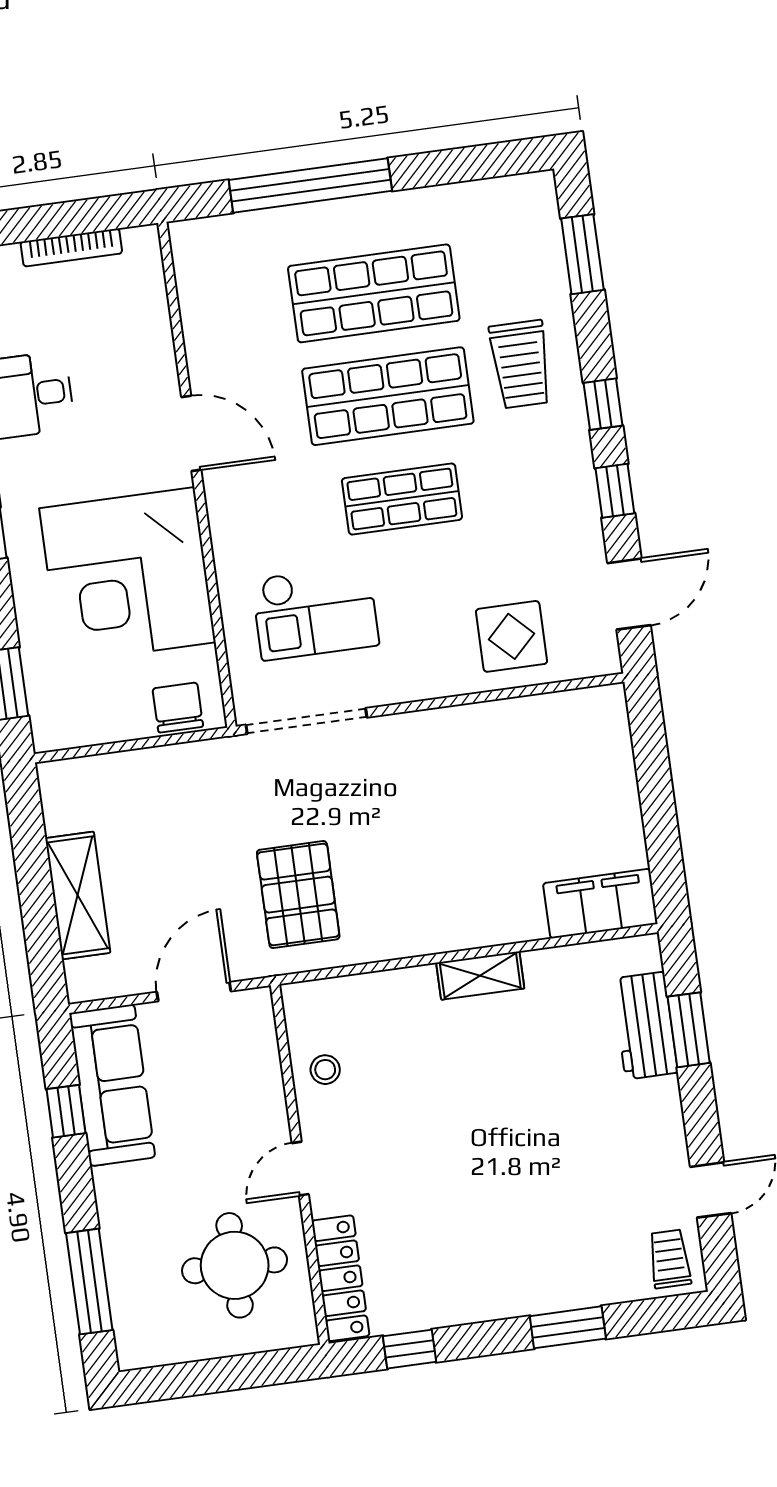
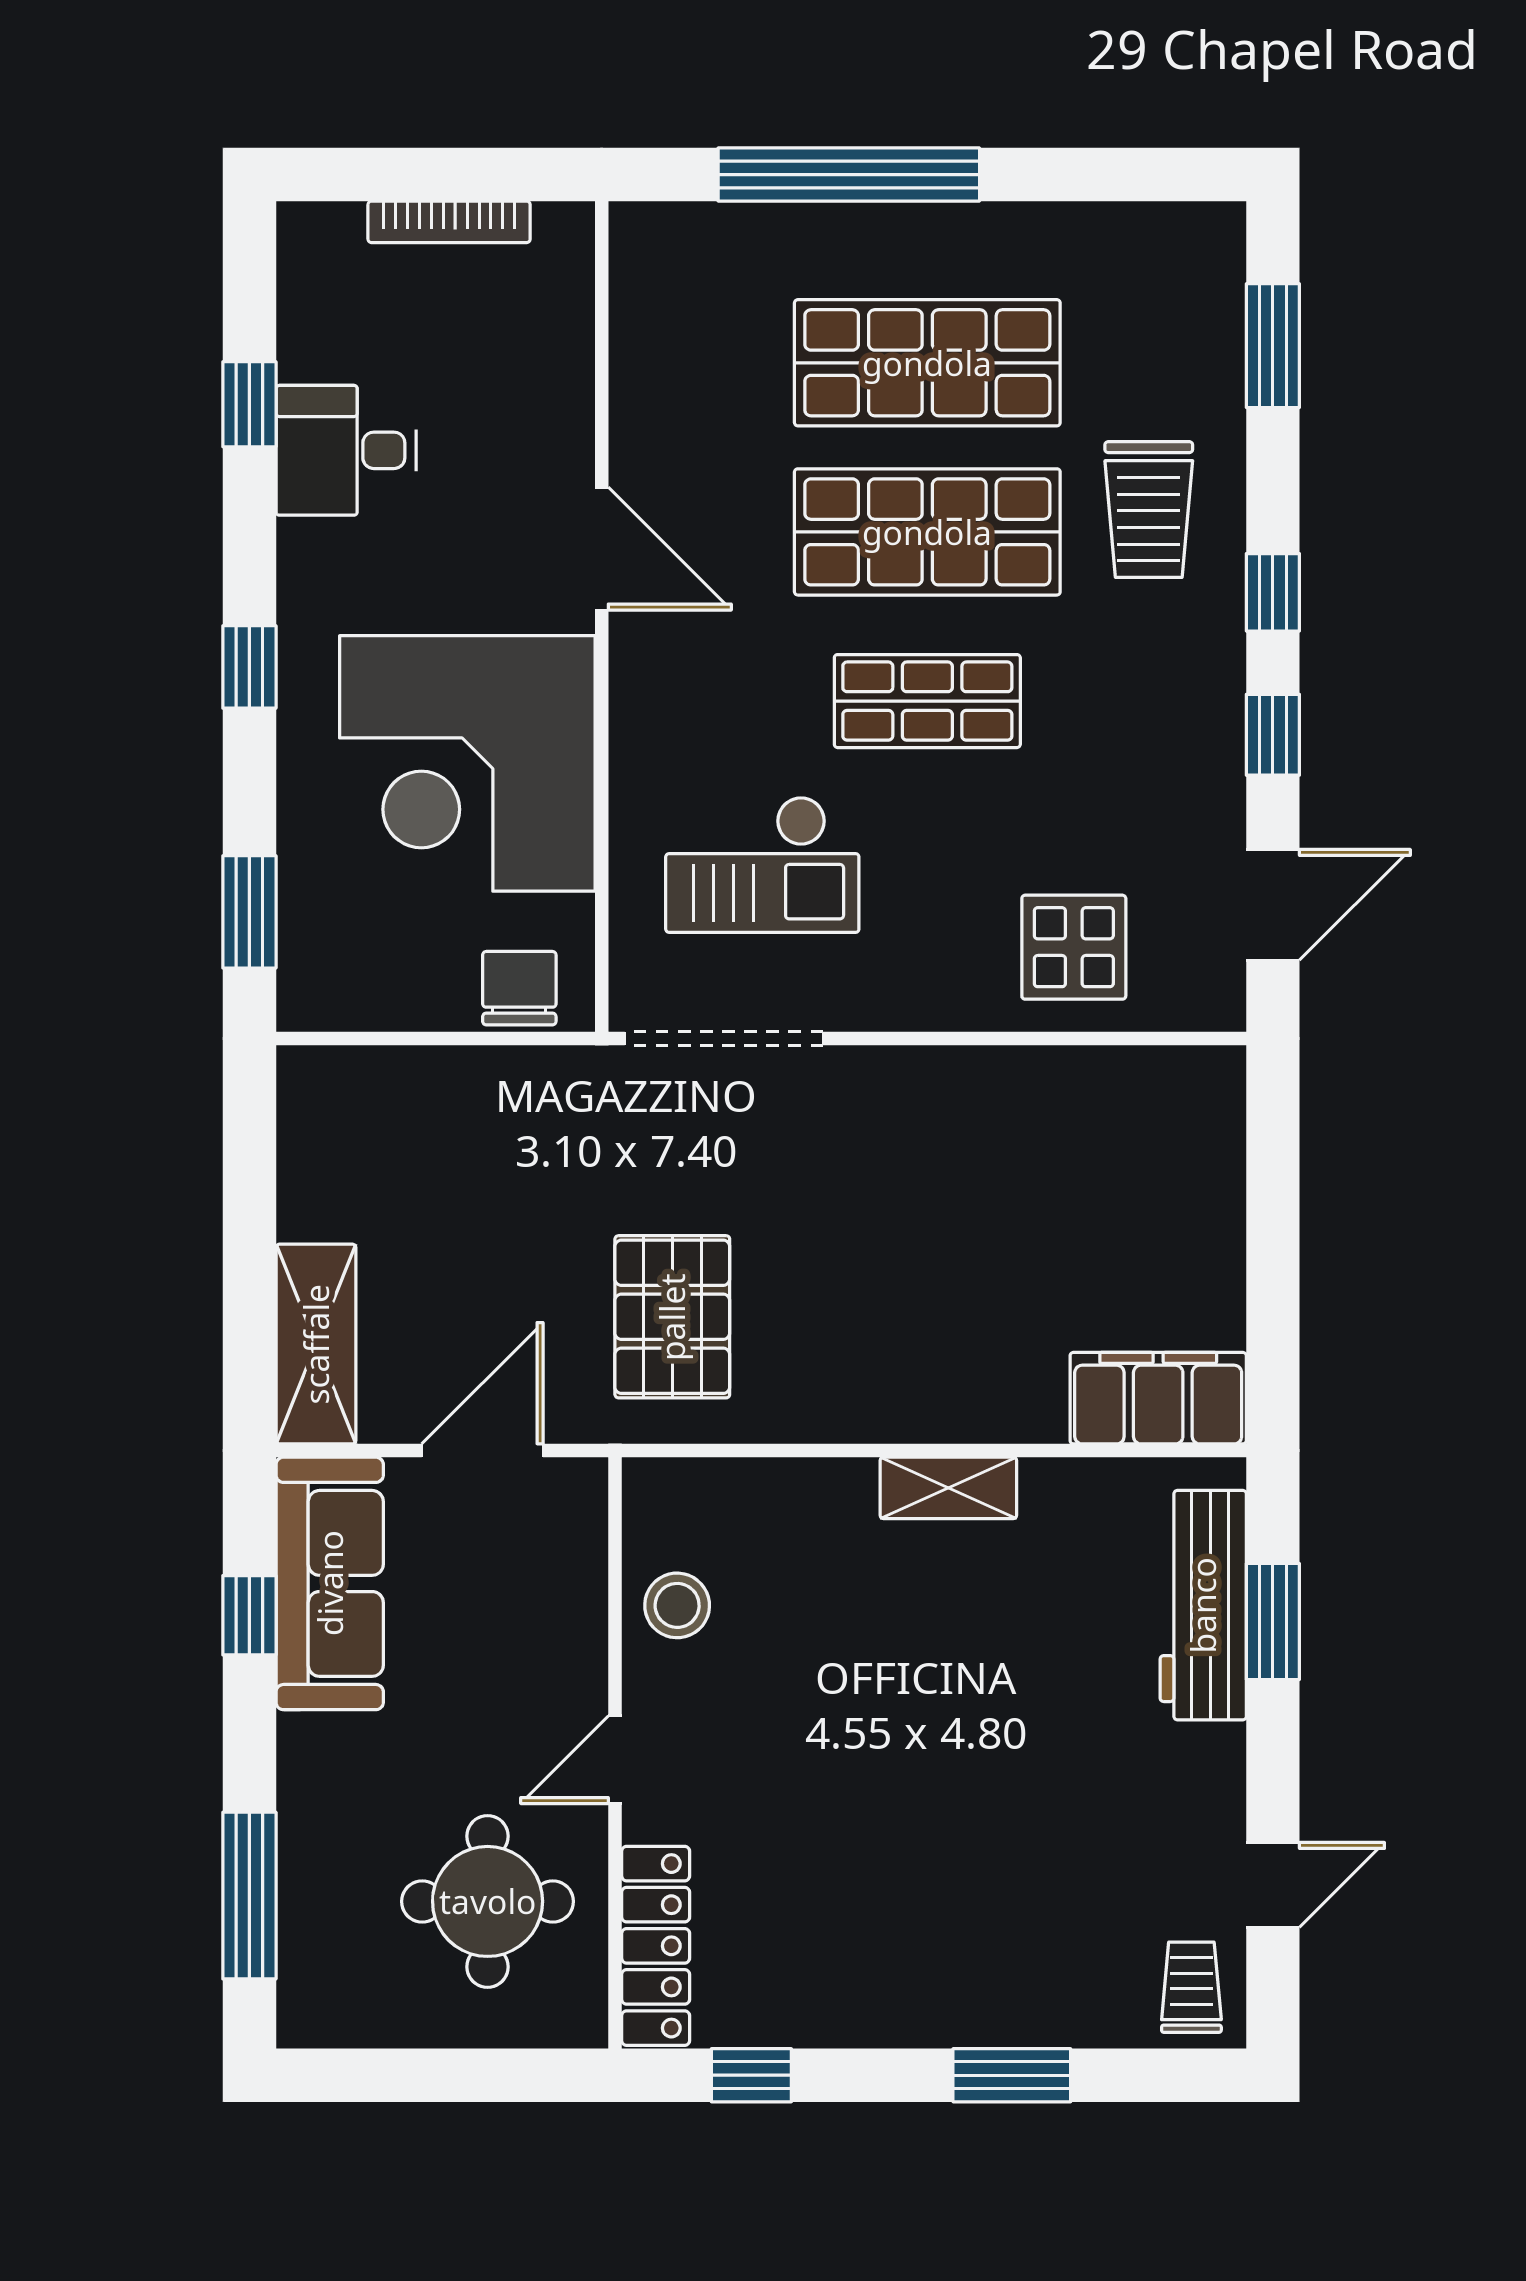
shelving: (78, 895) -> (316, 1344), moved
workbench: (645, 1026) -> (1203, 1605), width x1.38
stool: (325, 1070) -> (677, 1605), width x1.37, depth x1.37

